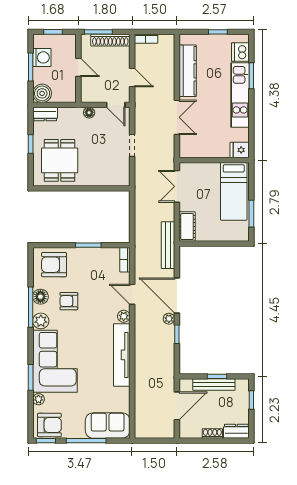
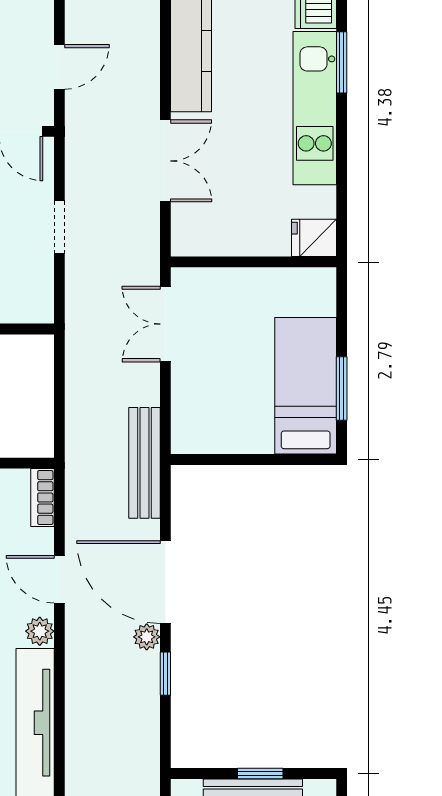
door: (132, 78) -> (59, 67), hinge flipped
bed: (234, 191) -> (306, 386), moved, turned 180
cot: (187, 227) -> (190, 419), removed

